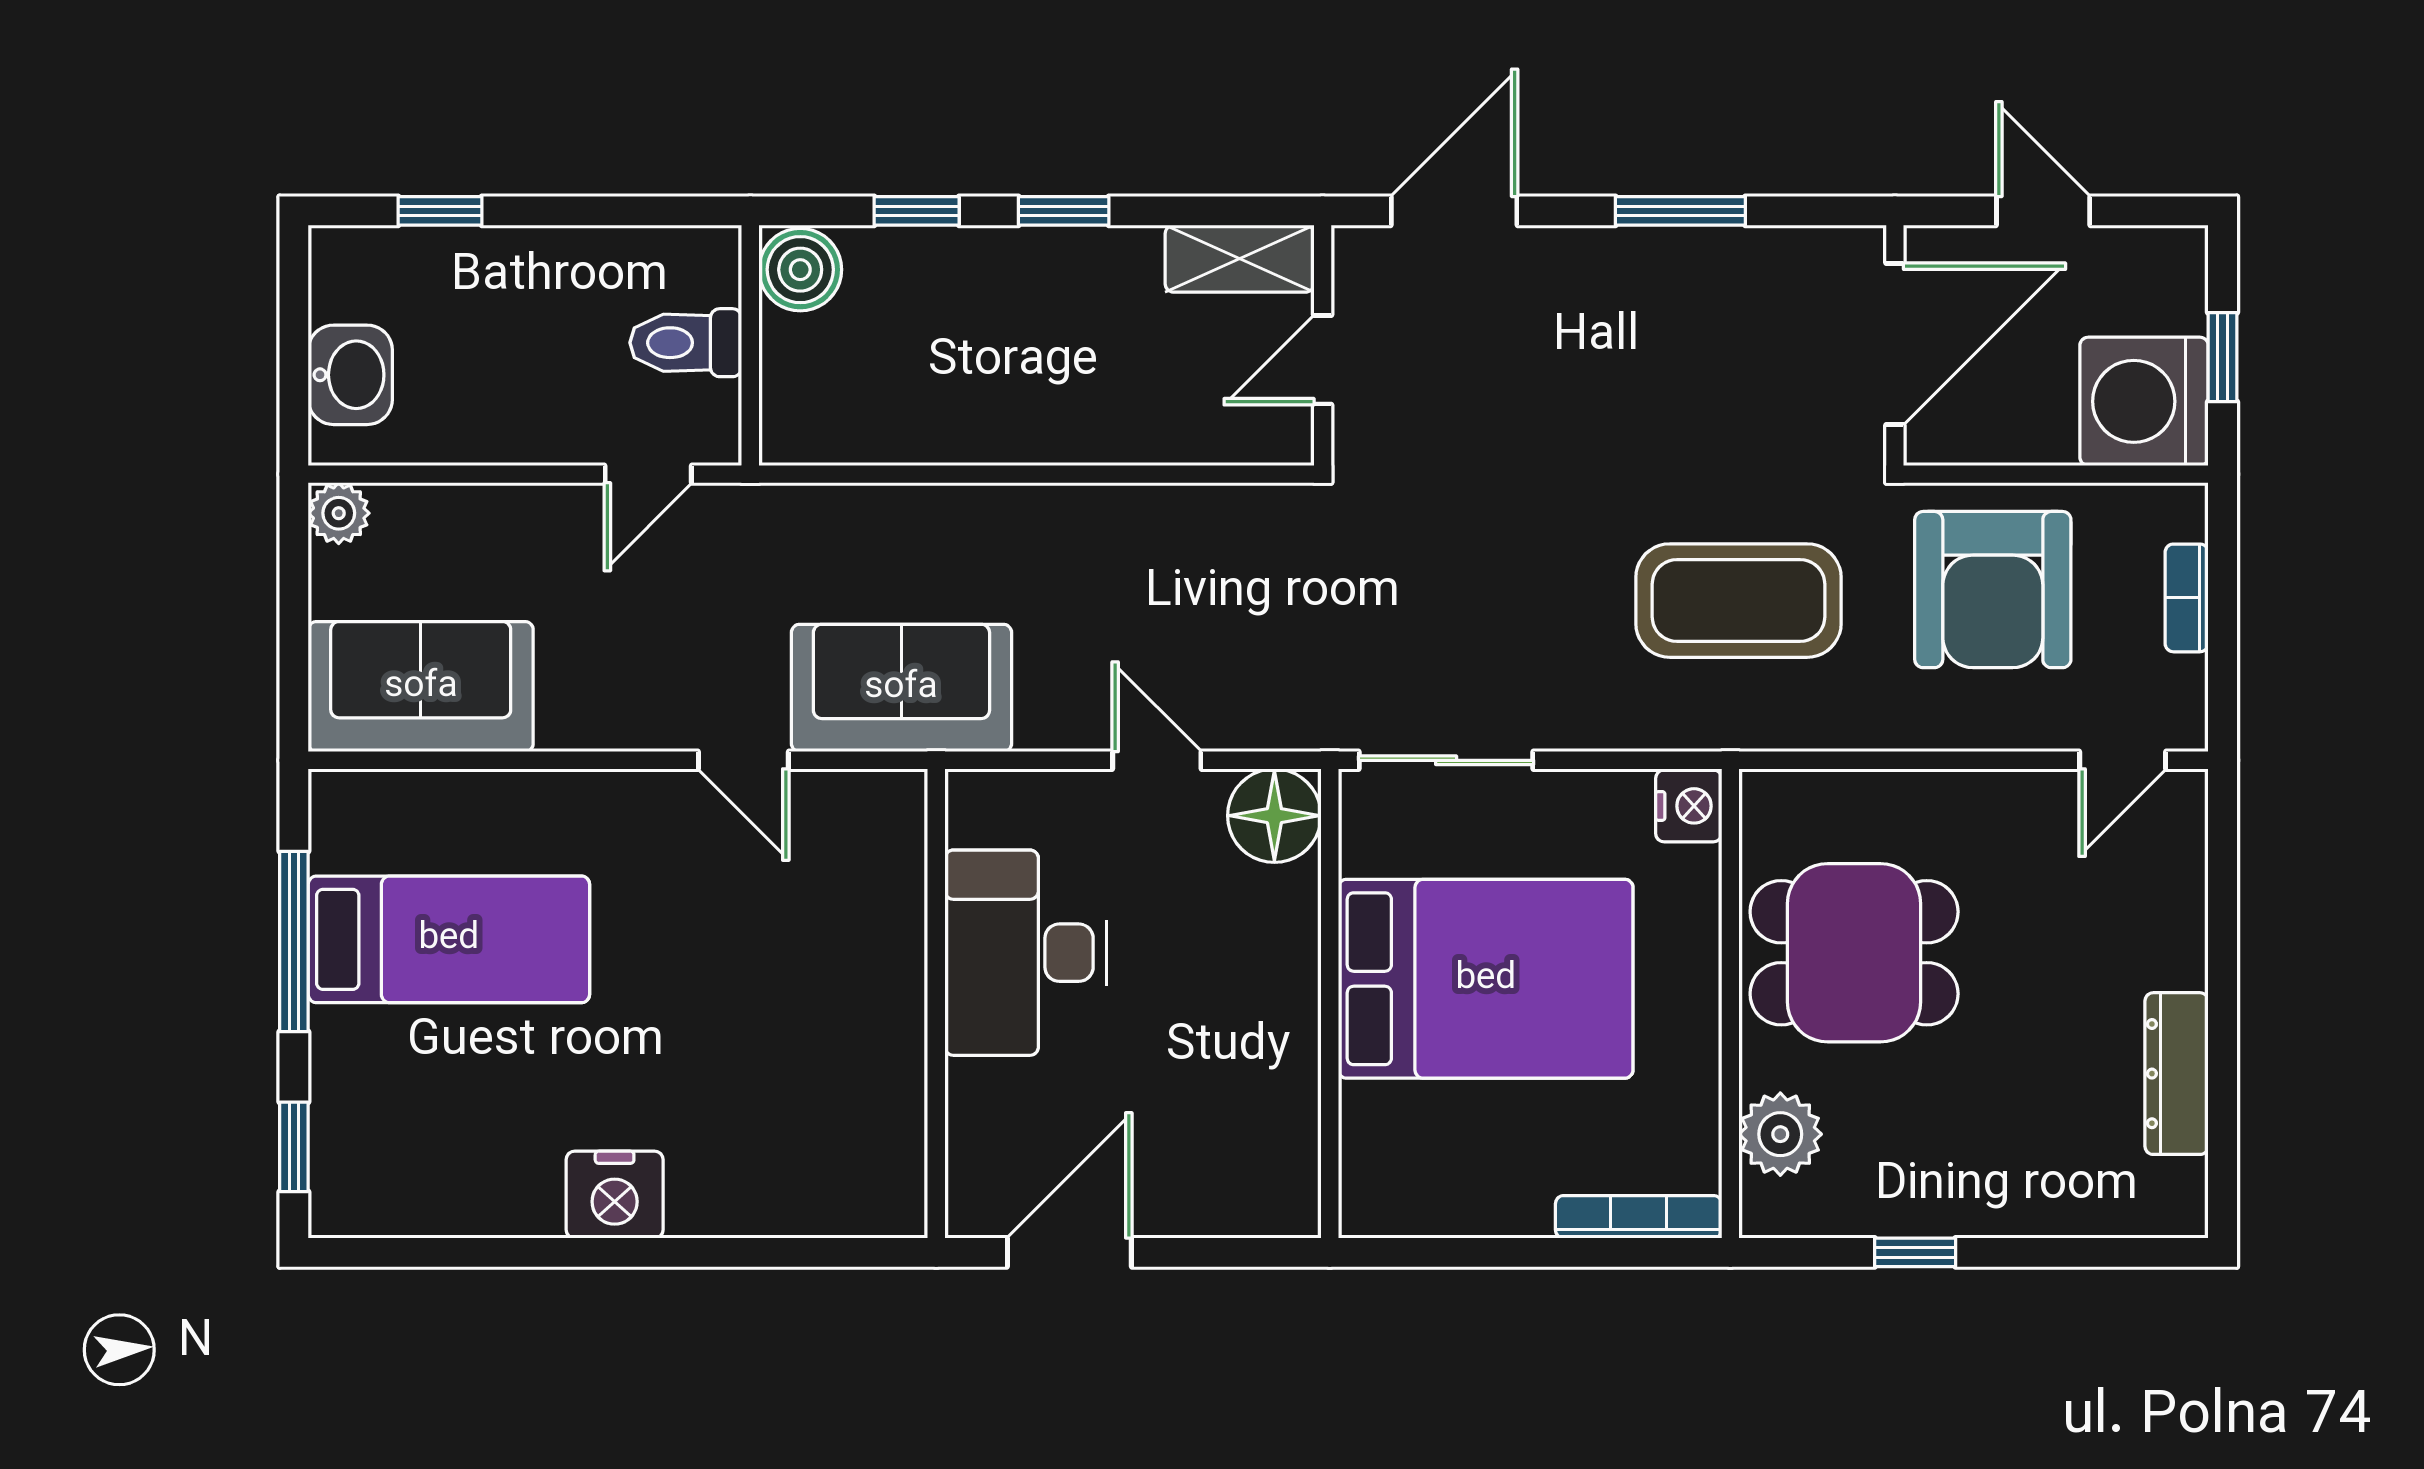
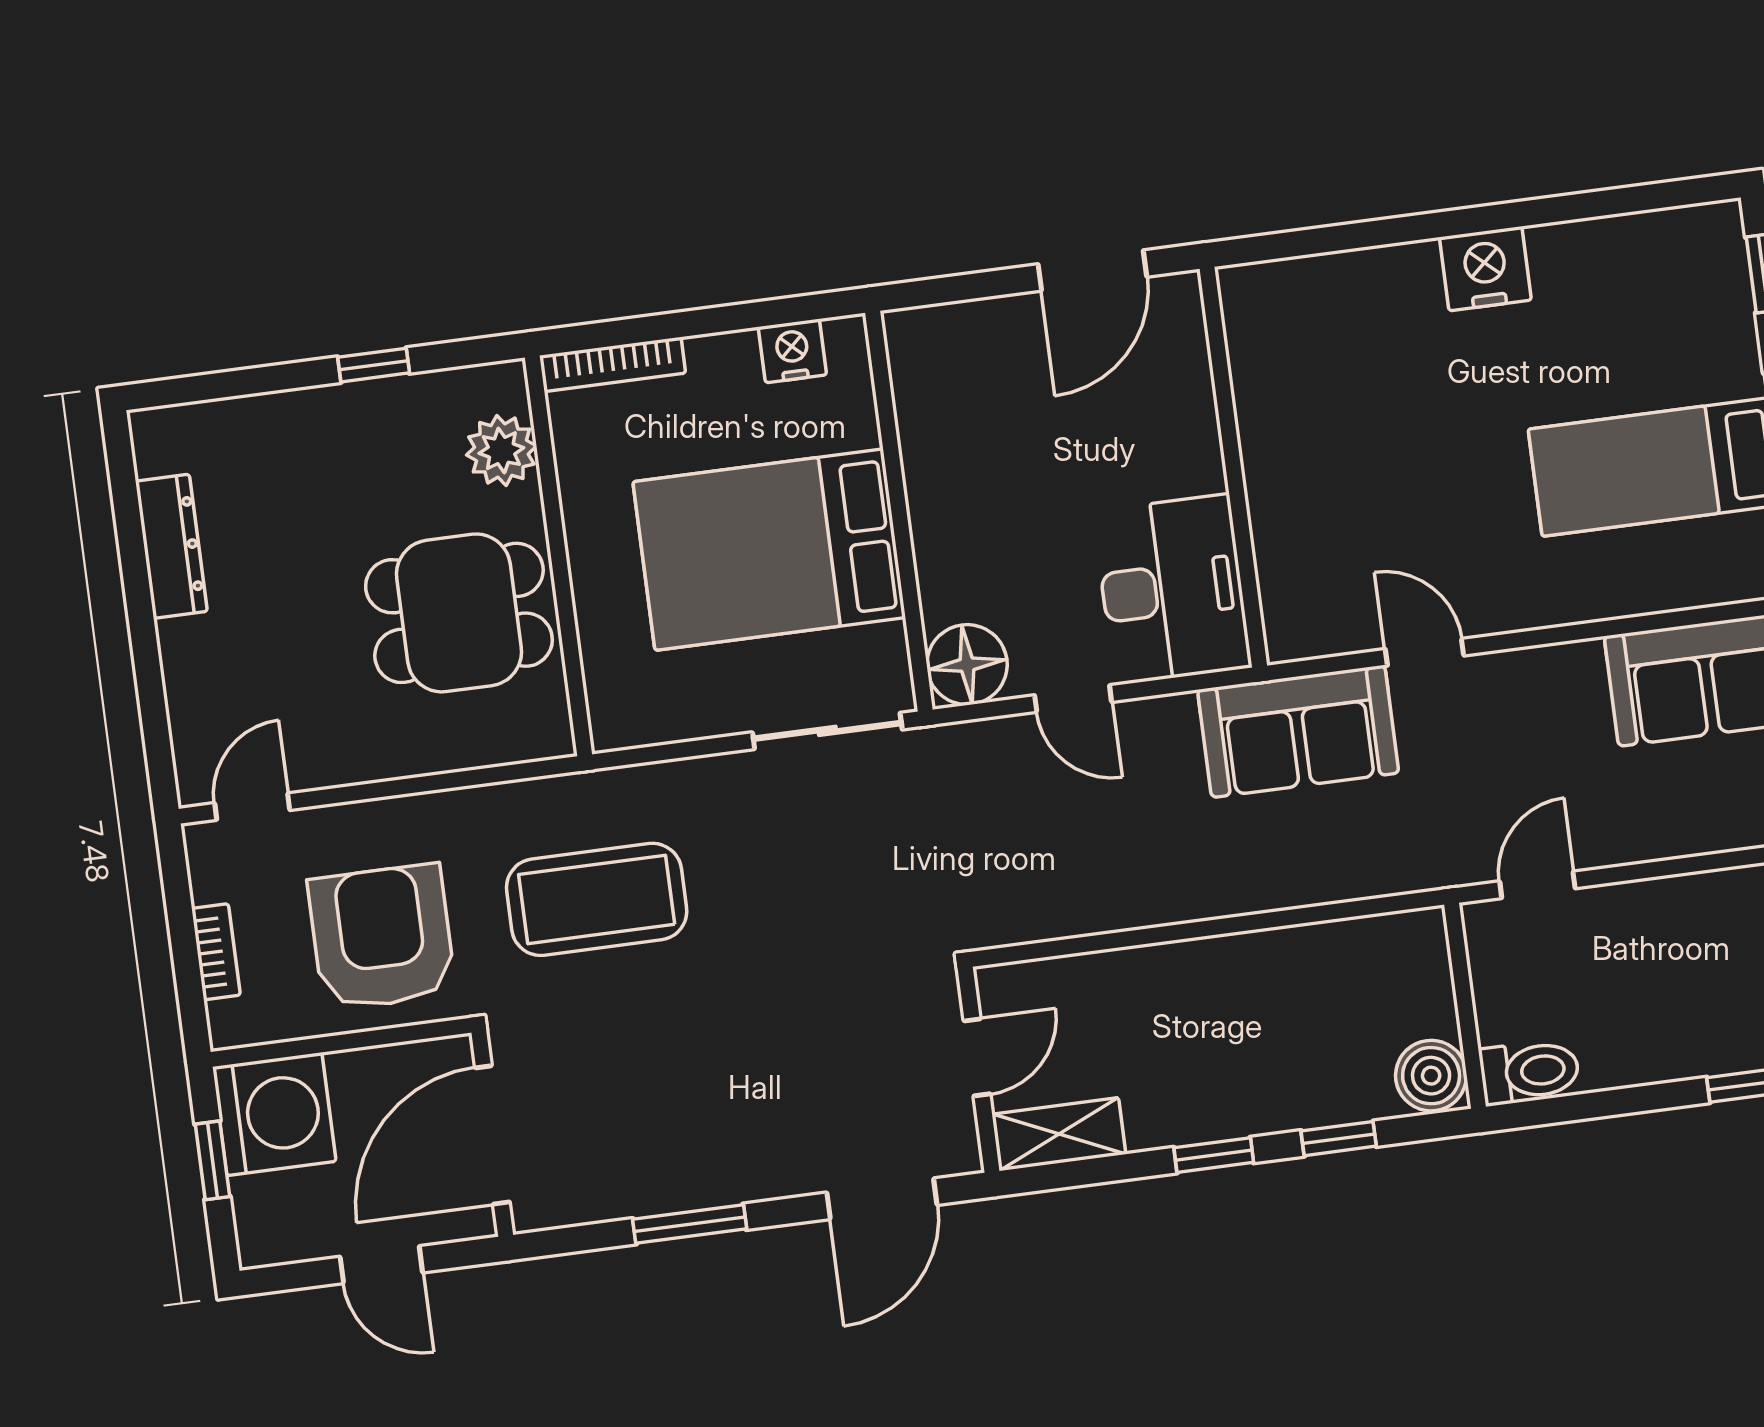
toilet: (686, 343) -> (1530, 1072), moved
nightstand: (1689, 806) -> (792, 351), moved, turned 90
desk: (1026, 953) -> (1172, 589), moved

